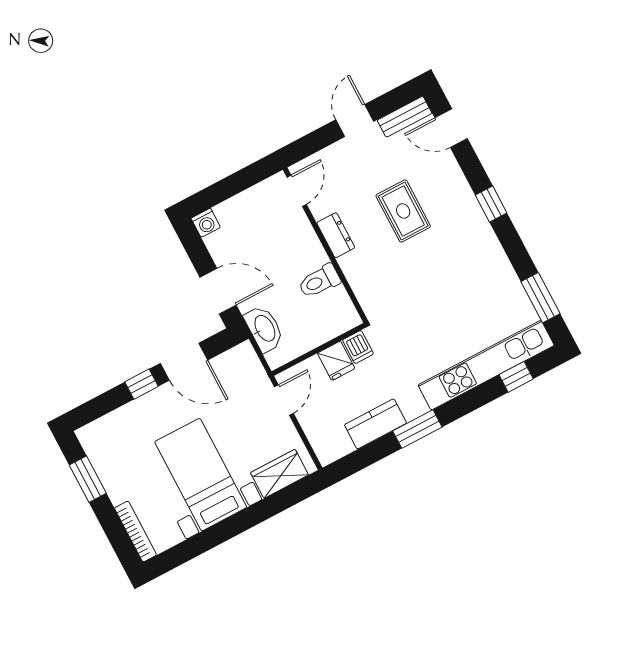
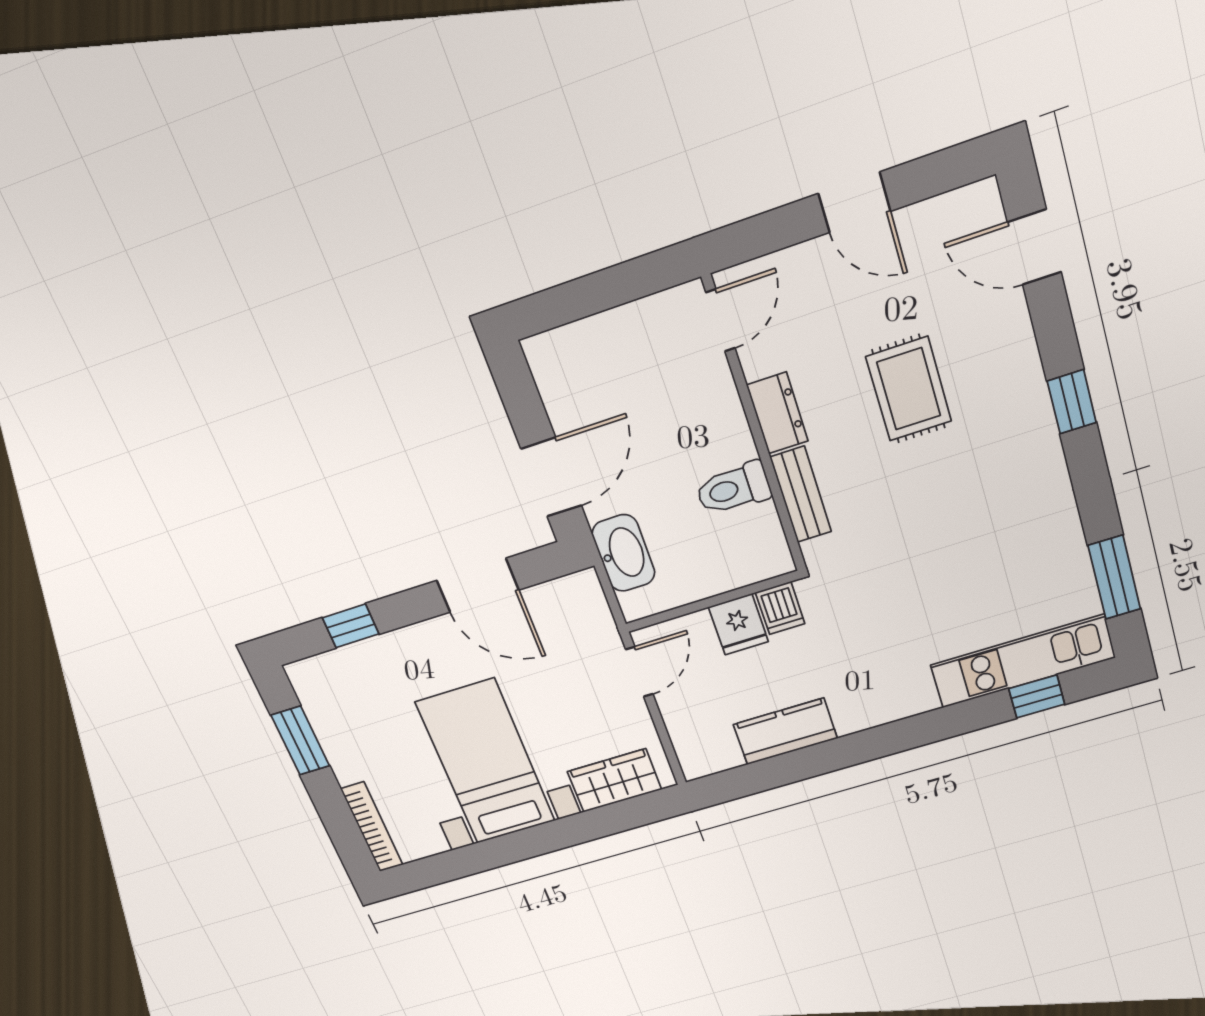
bench: (405, 117) -> (801, 495), moved, turned 90
door: (355, 121) -> (854, 202), swing flipped
washing machine: (206, 223) -> (544, 353), removed
door: (218, 291) -> (551, 477), hinge flipped
kitchen unit: (486, 365) -> (1023, 661), width x0.73
window: (141, 384) -> (351, 626), moved
window: (417, 429) -> (853, 750), removed

